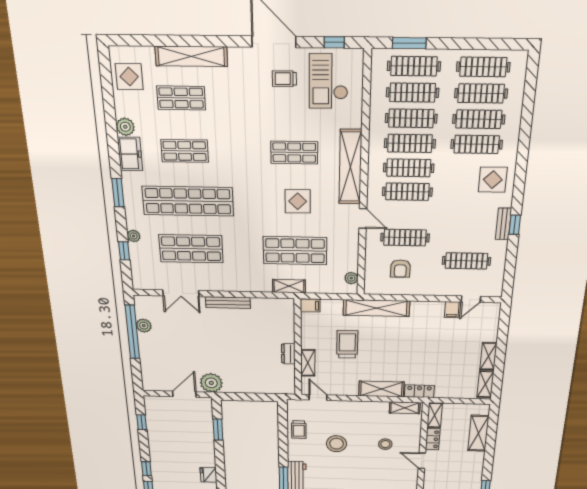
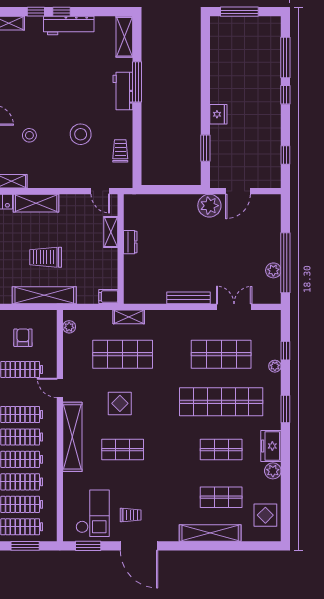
window: (334, 42) -> (88, 546), width x1.50
trolley: (347, 344) -> (46, 257), moved, turned 90
fridge: (208, 475) -> (218, 114), moved

